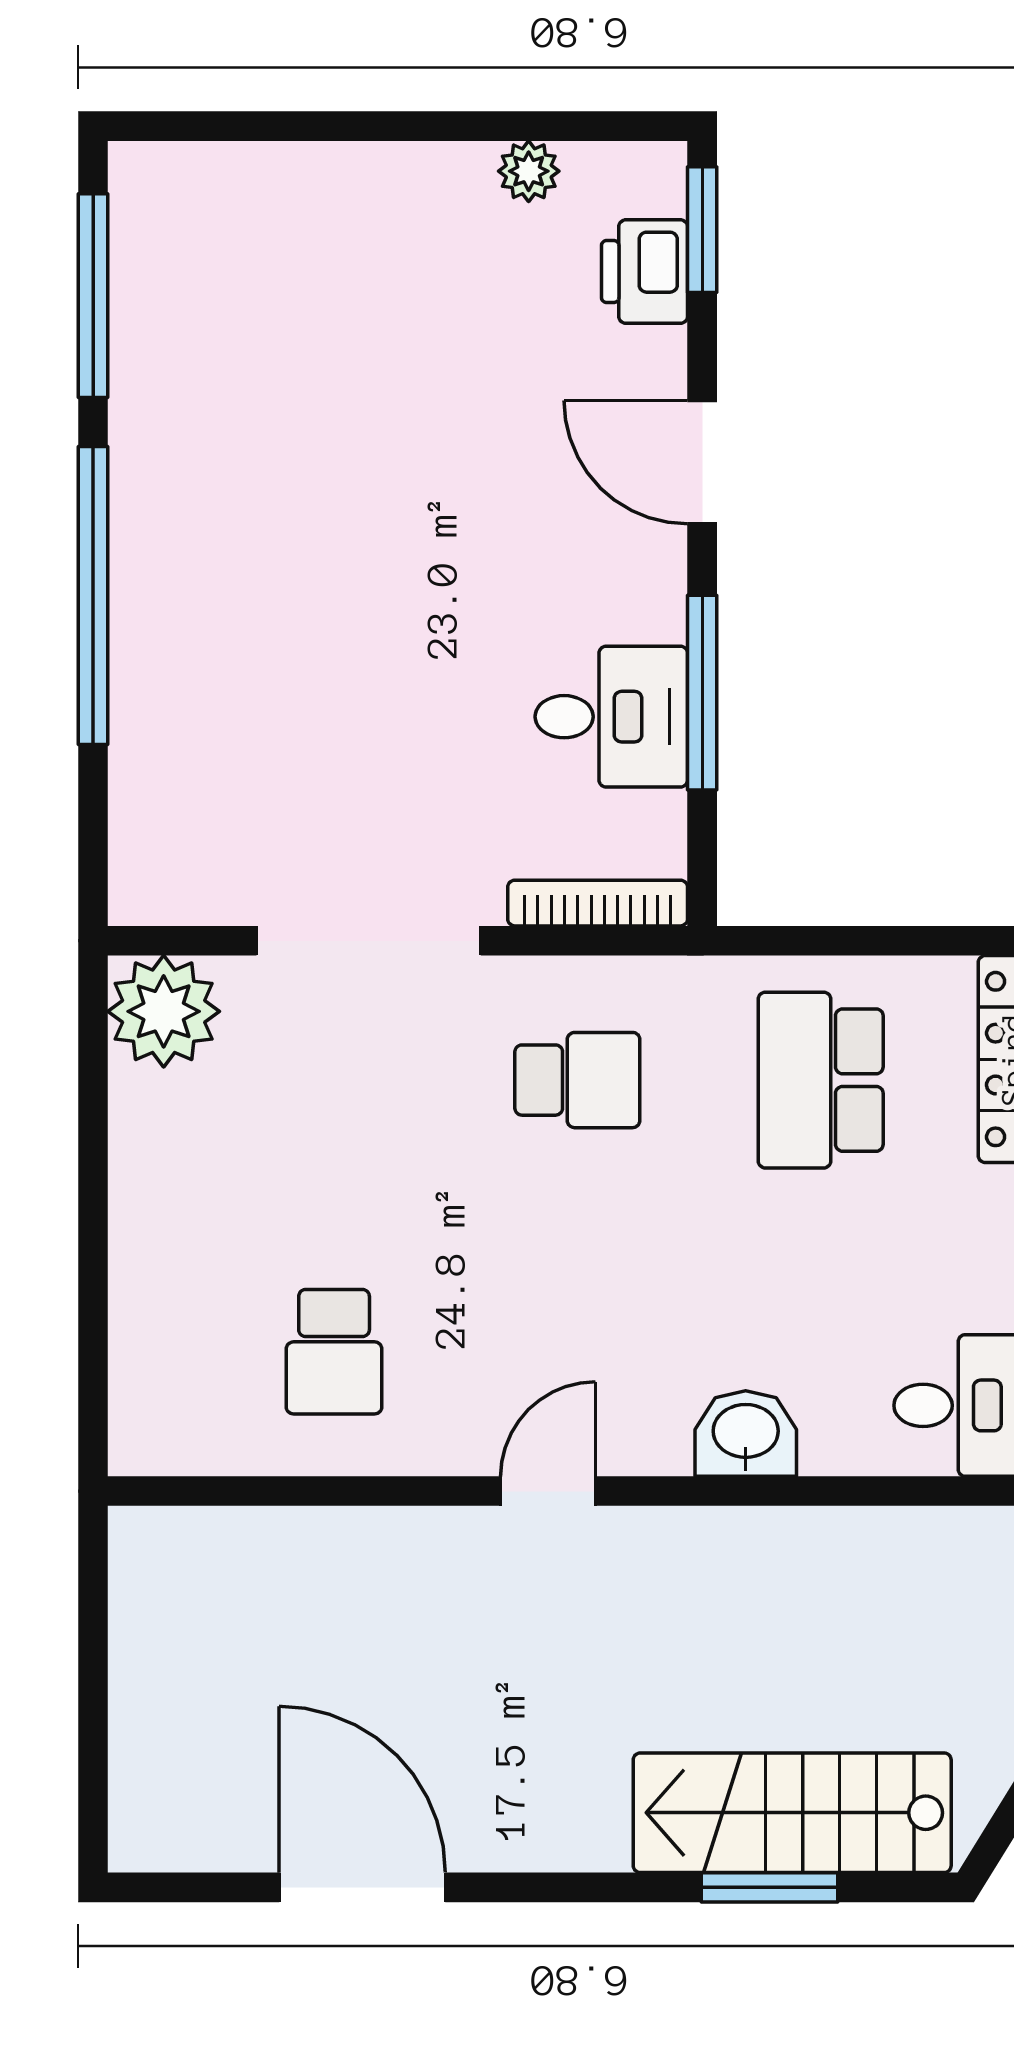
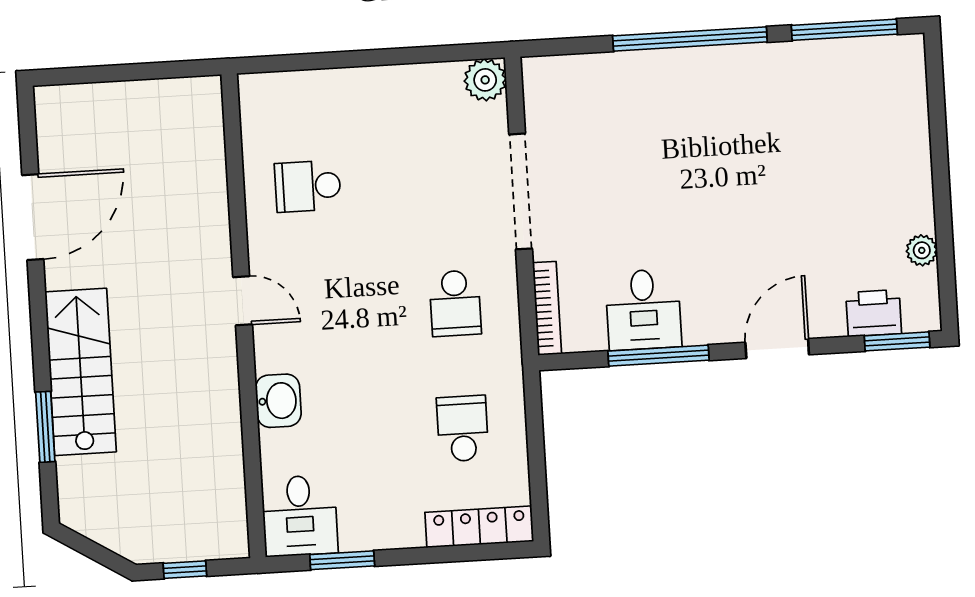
plant: (164, 1011) -> (485, 80), width x0.73, depth x0.73
school desk: (821, 1080) -> (463, 429), width x0.54
stairs: (792, 1813) -> (81, 372), moved

